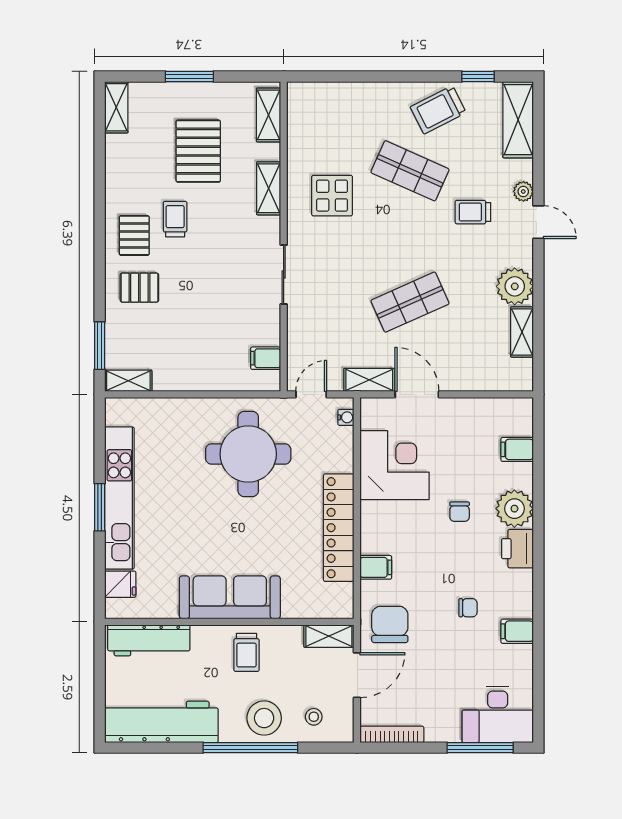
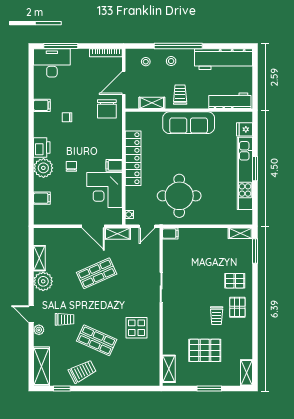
pallet: (198, 151) -> (205, 350), turned 90
shelving: (269, 188) -> (169, 331), removed
filing cabinet: (266, 358) -> (170, 234), moved
filing cabinet: (376, 567) -> (114, 165), moved
shelving: (329, 636) -> (152, 103), moved
stool: (264, 718) -> (171, 61), width x0.53, depth x0.53

